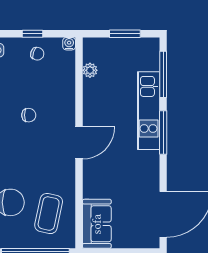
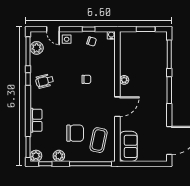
plant: (90, 70) -> (124, 80), moved
kitchen unit: (149, 111) -> (160, 77), removed
door: (79, 143) -> (117, 107), moved

